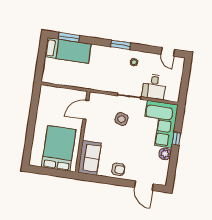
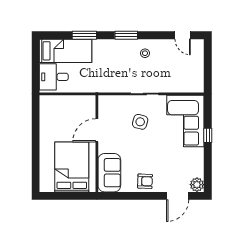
window: (69, 37) -> (84, 35), moved
desk: (154, 87) -> (54, 77), moved, turned 90
door: (86, 110) -> (97, 130), moved
plant: (165, 154) -> (197, 185), moved
door: (144, 186) -> (178, 196), hinge flipped

